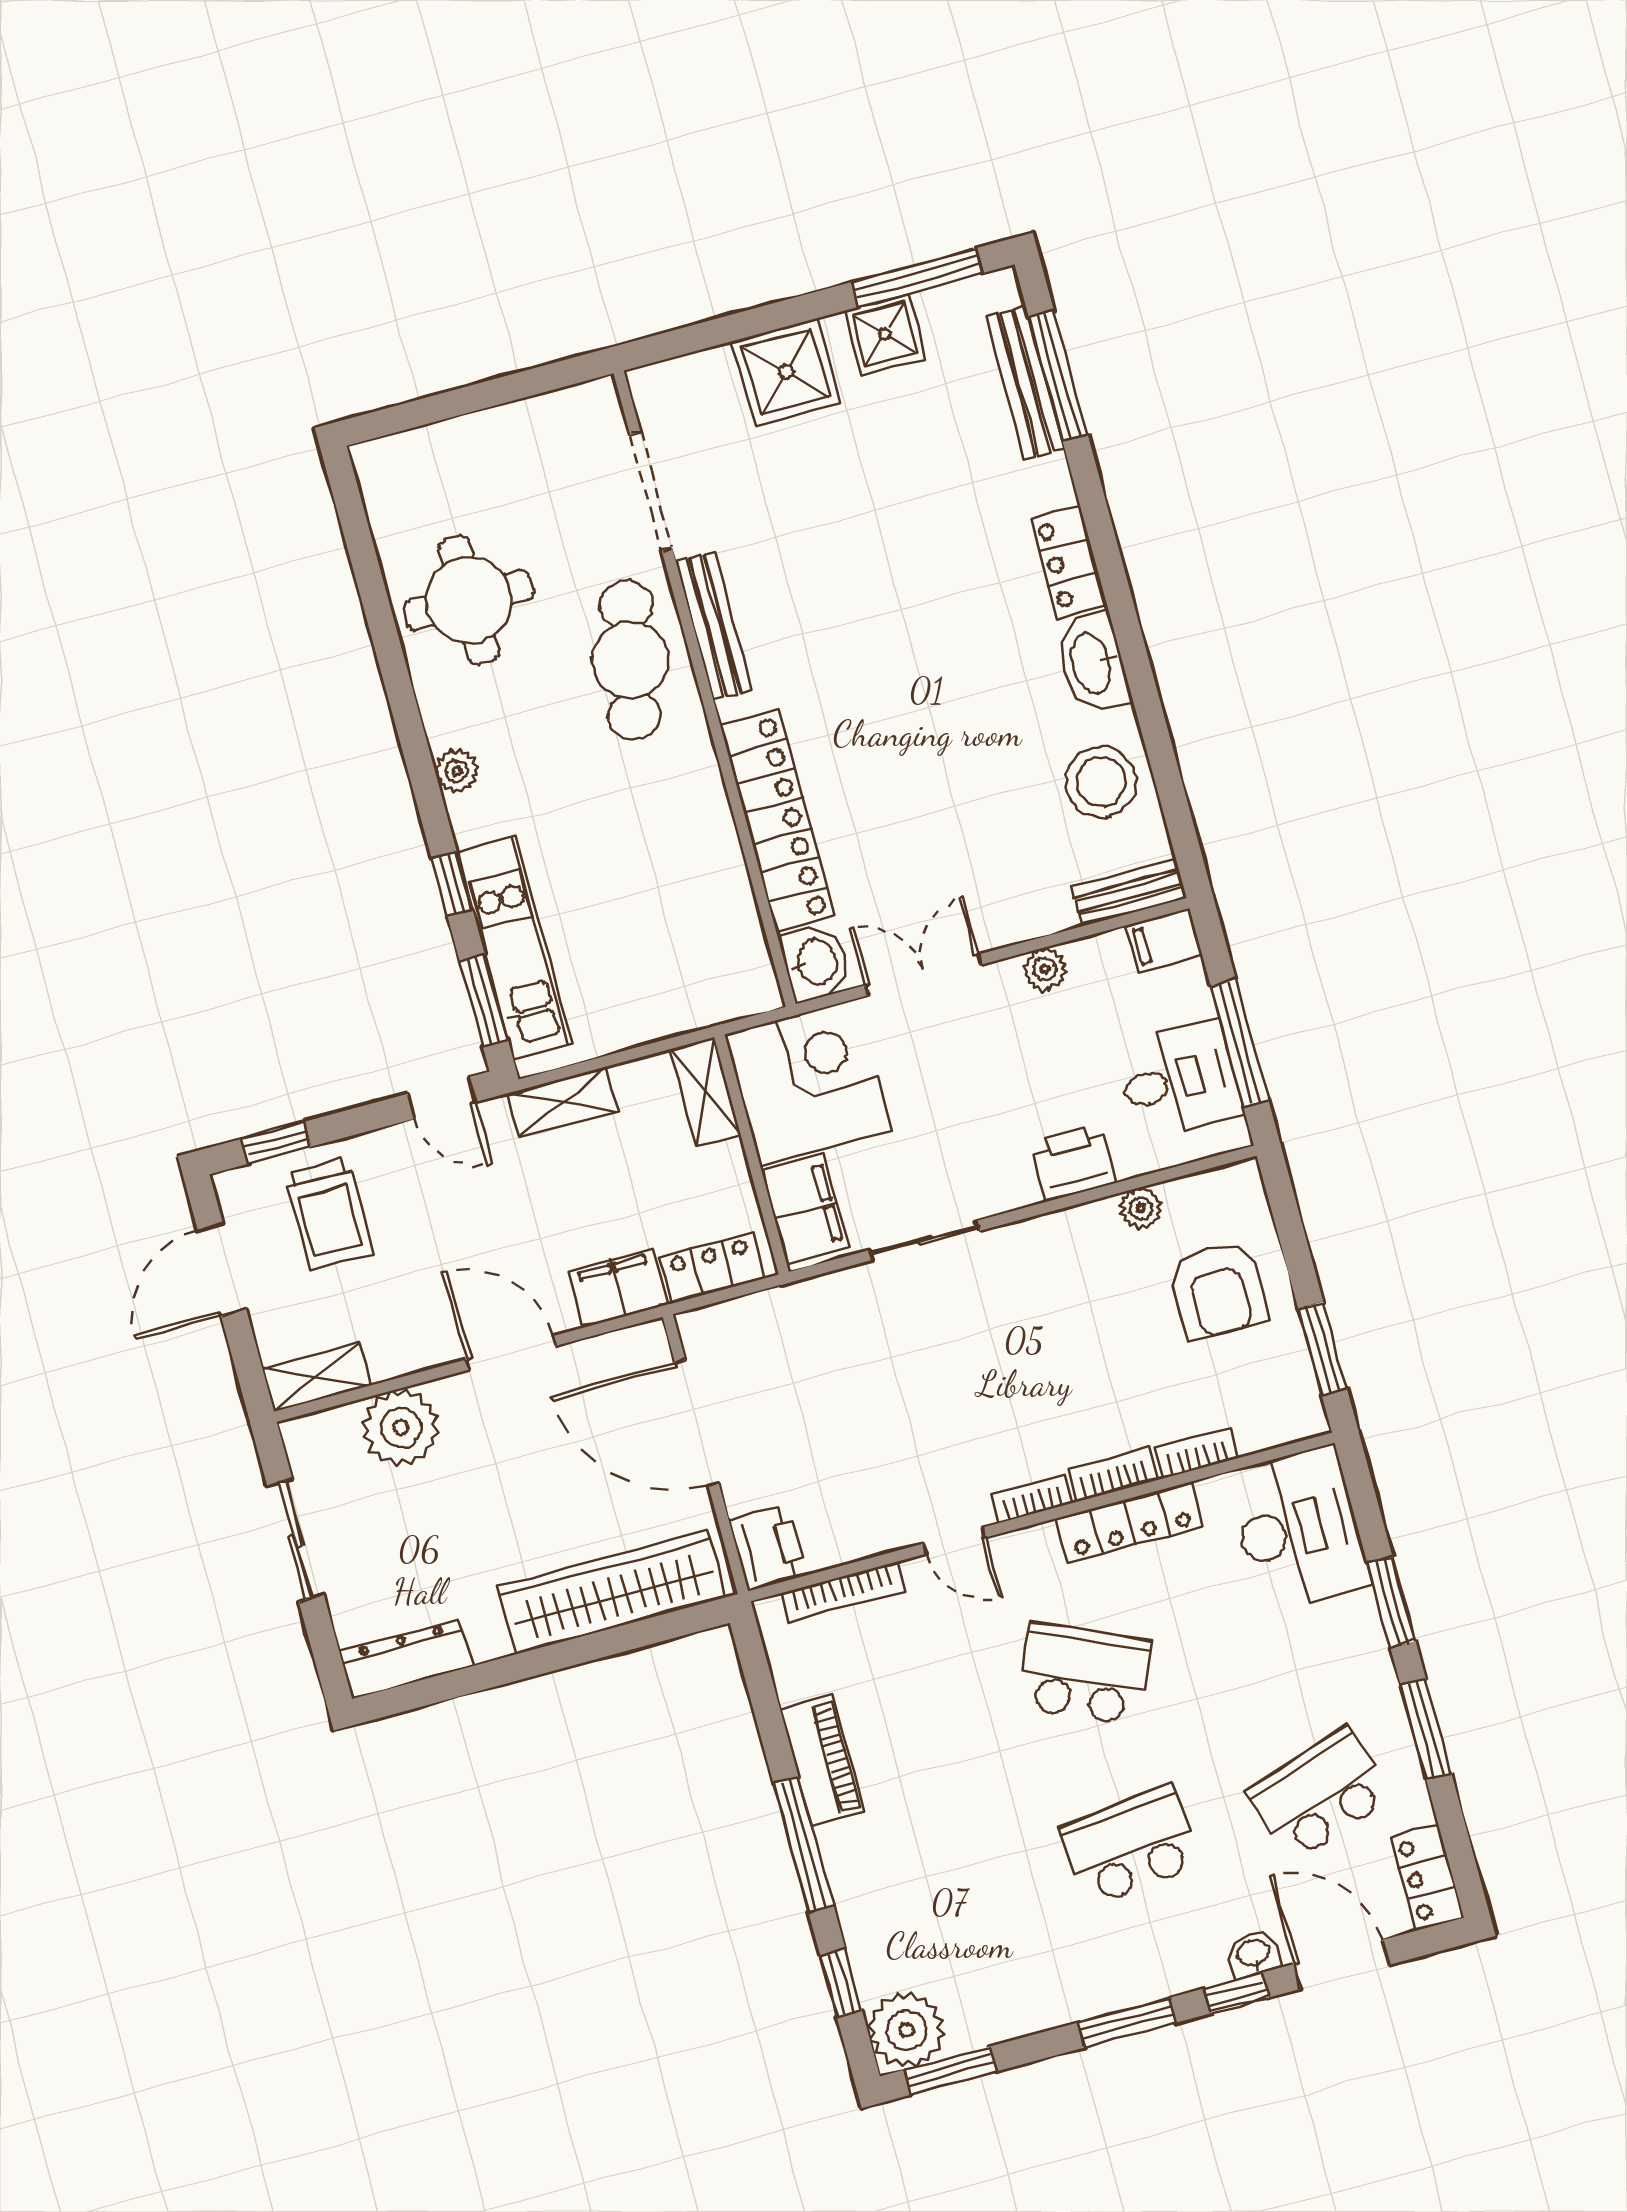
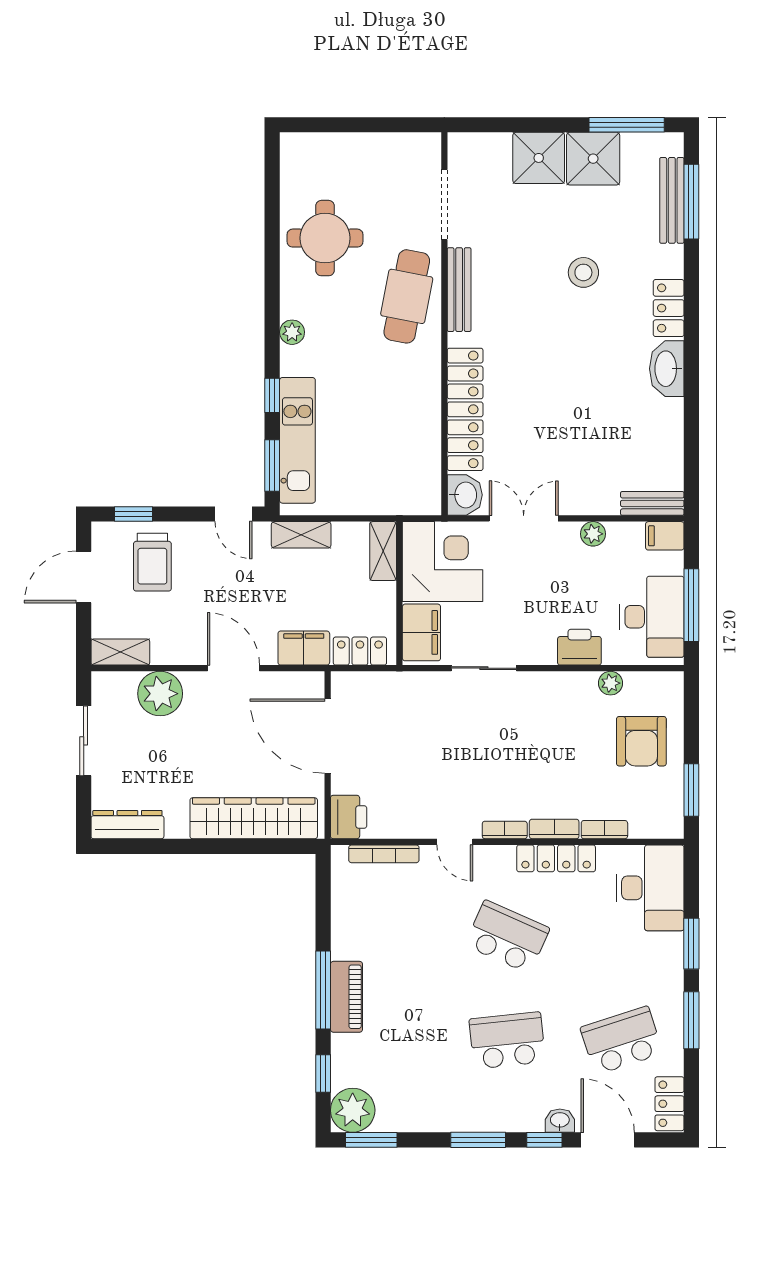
shower: (885, 334) -> (593, 159), width x1.36, depth x1.36
stool: (1101, 782) -> (583, 272), moved, width x0.73, depth x0.73
desk: (1180, 1080) -> (652, 617), width x1.37
piano: (822, 1760) -> (346, 997), moved

